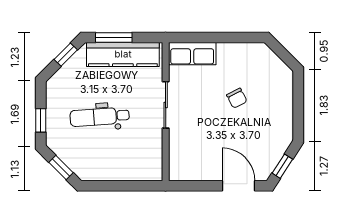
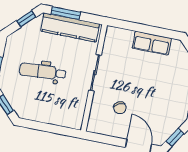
row of seats: (192, 54) -> (152, 43), moved
chair: (237, 98) -> (120, 108), moved

